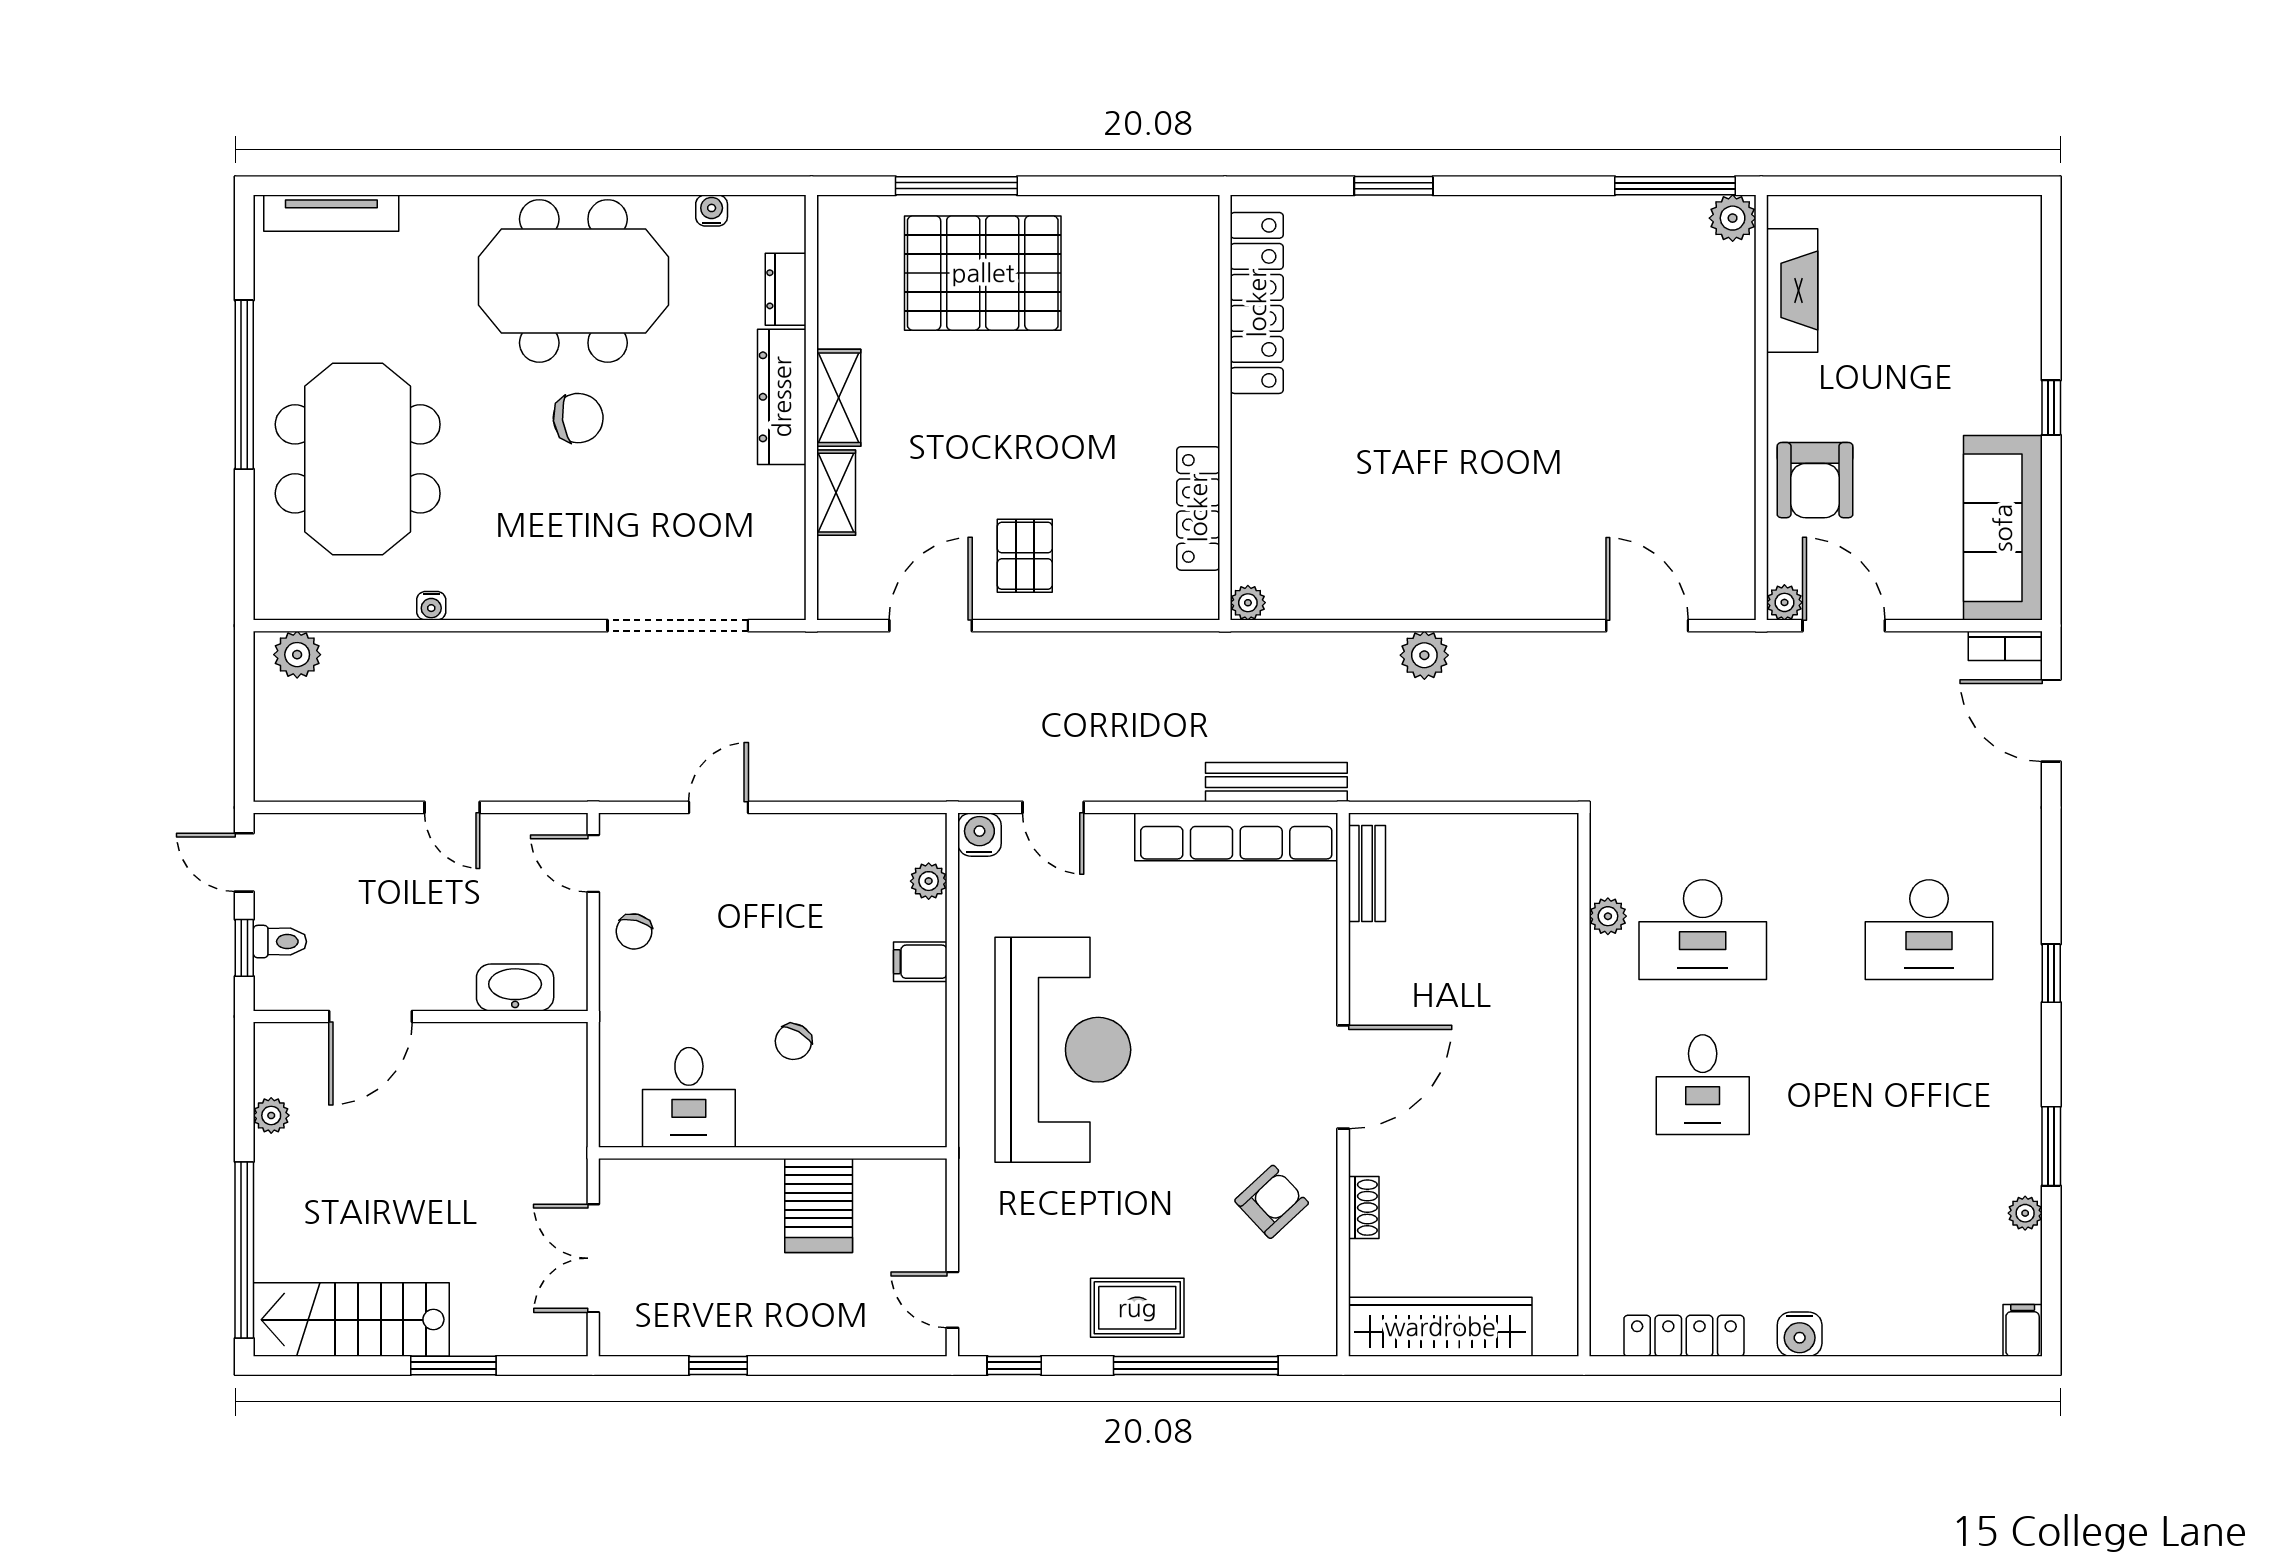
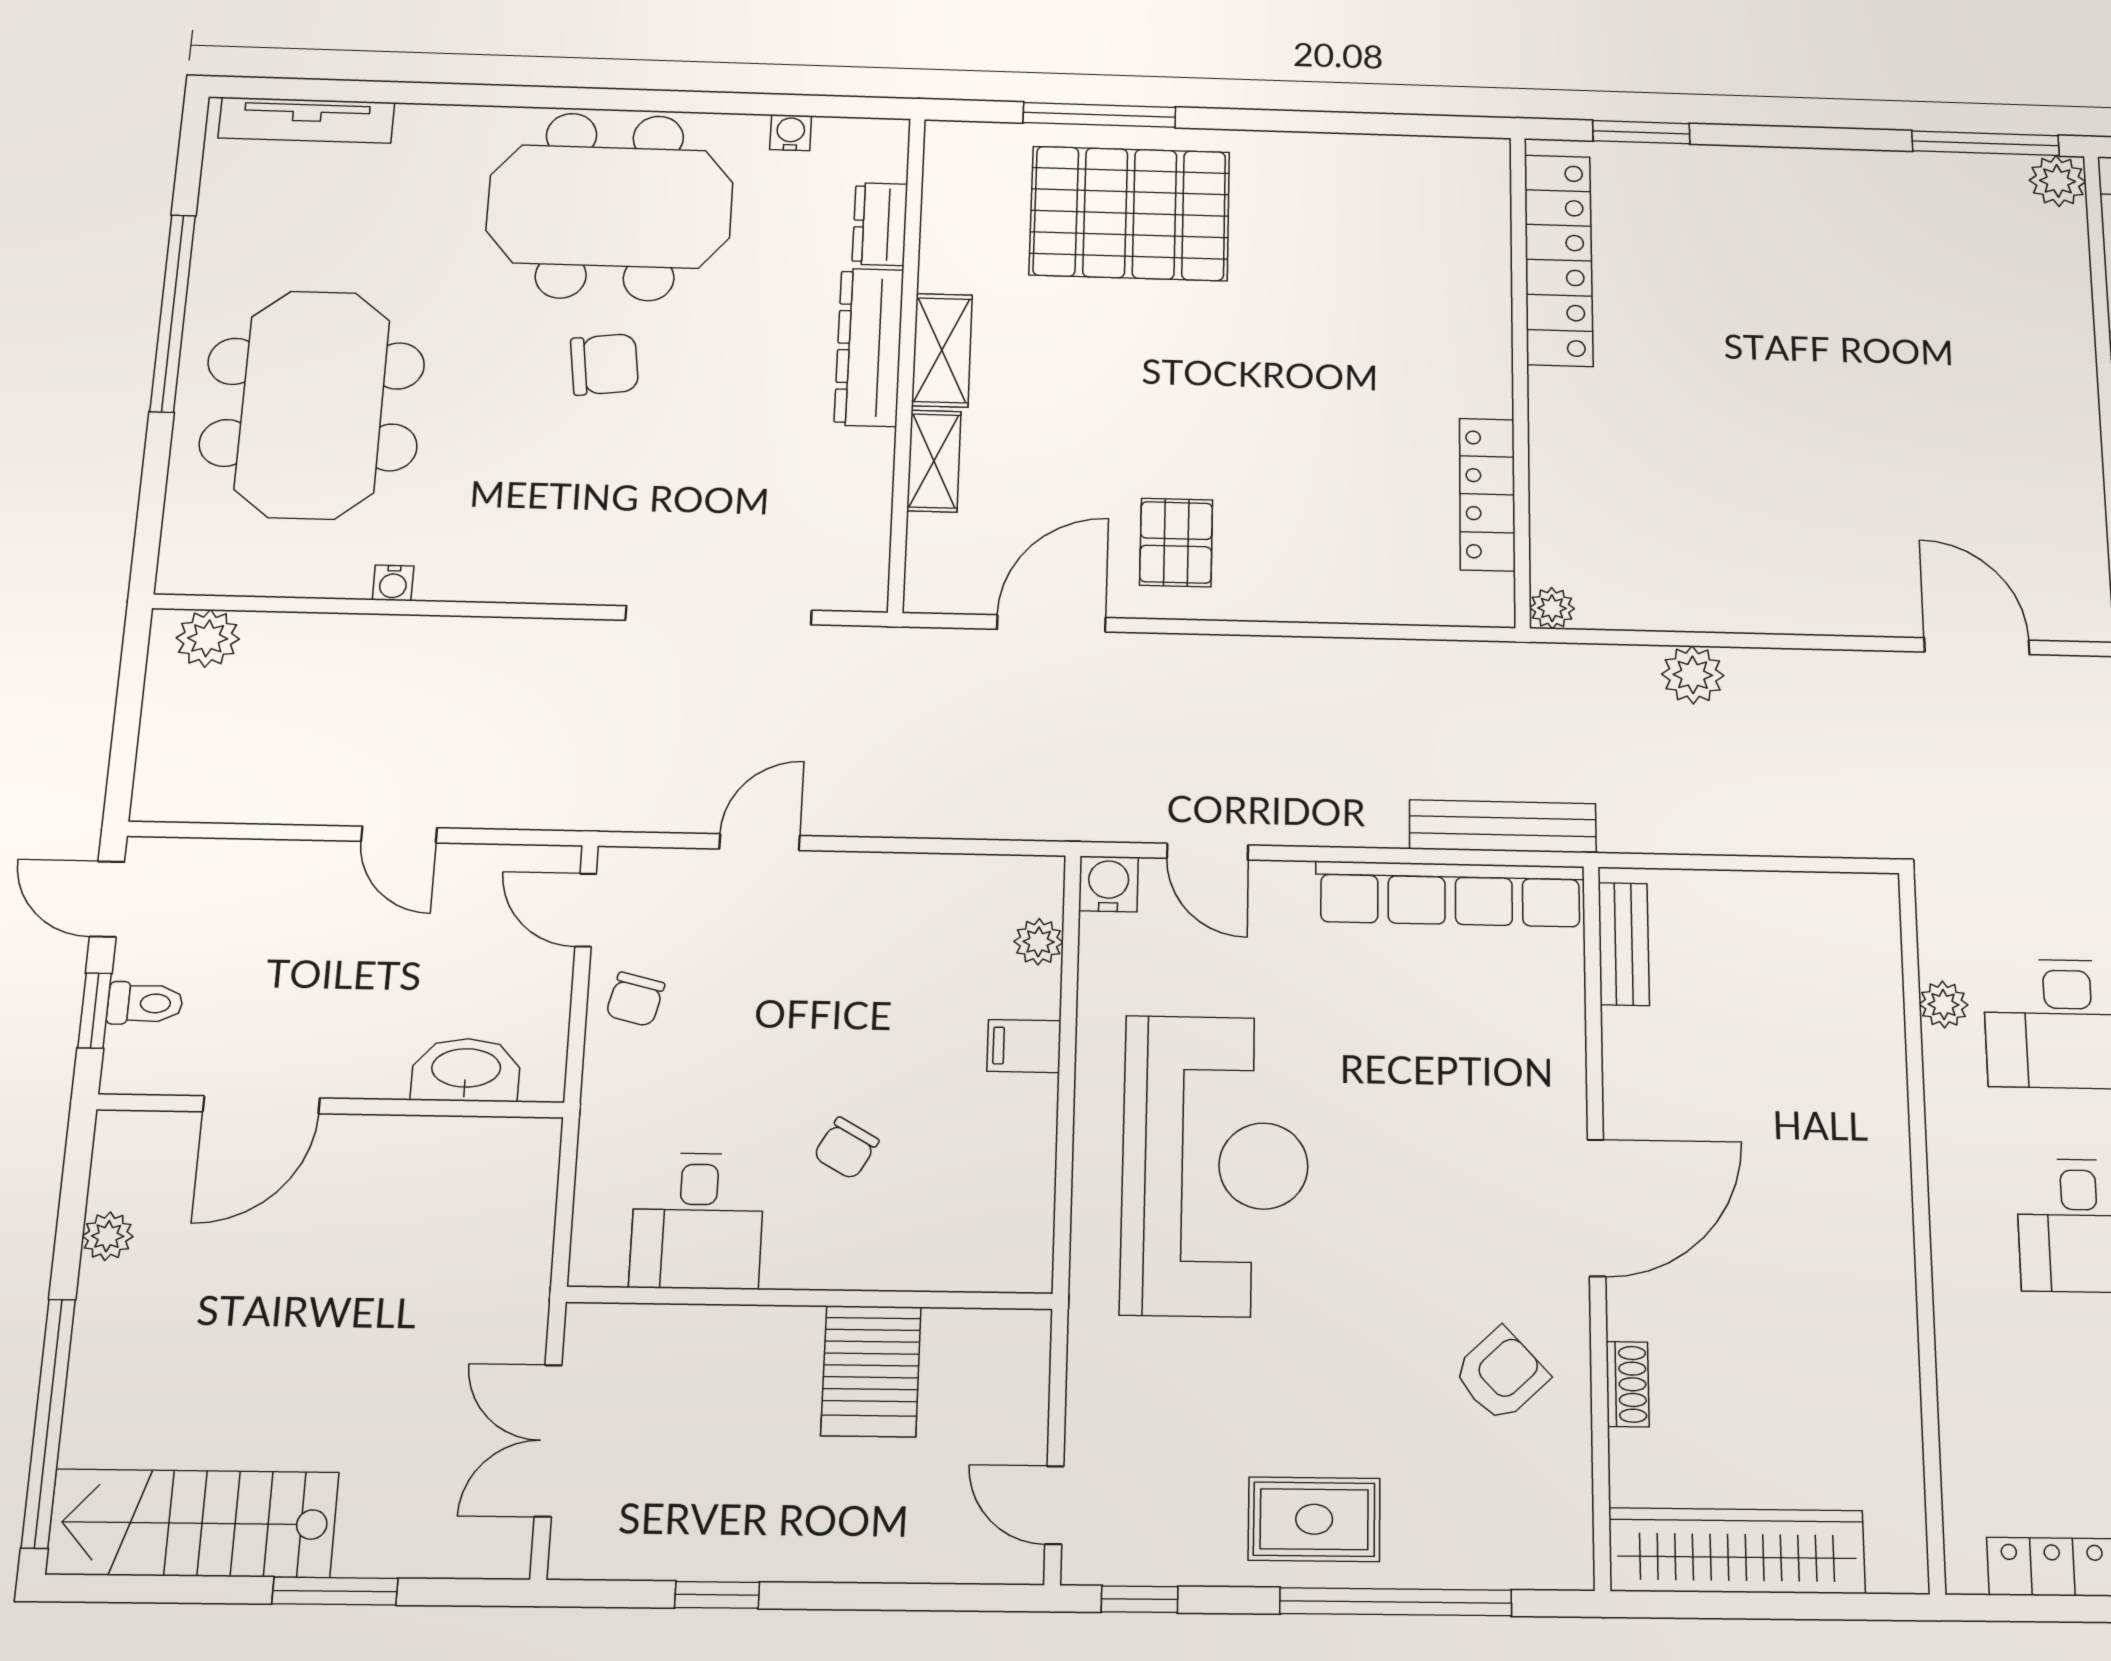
locker: (1257, 303) -> (1559, 260), moved
wall: (1225, 407) -> (1520, 378), moved
locker: (1198, 508) -> (1487, 494), moved
plant: (1248, 603) -> (1552, 608), moved

